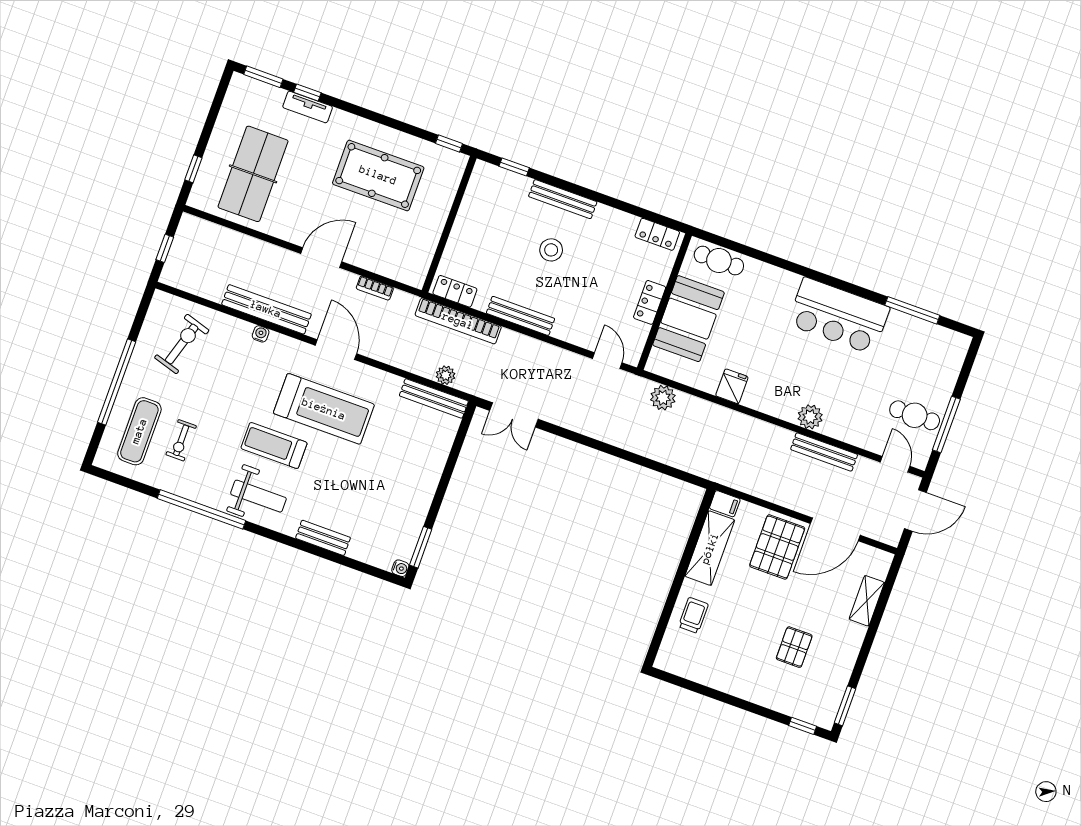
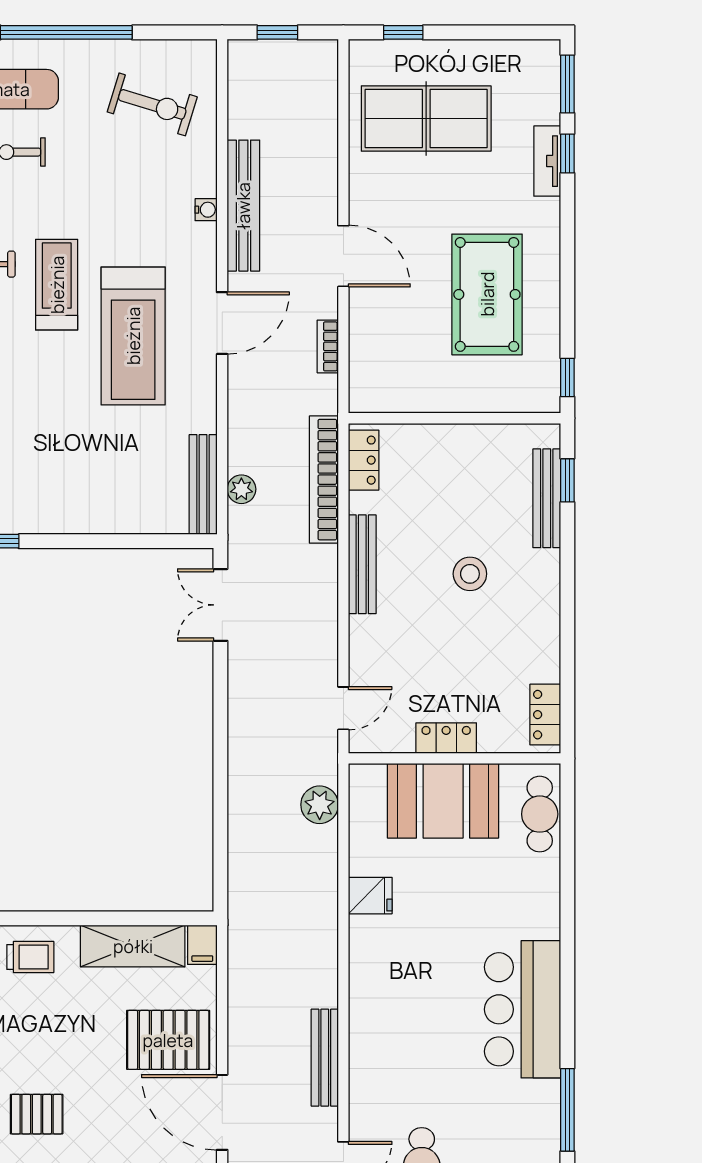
bench: (563, 199) -> (547, 498), moved
plant: (810, 417) -> (367, 1020), removed

